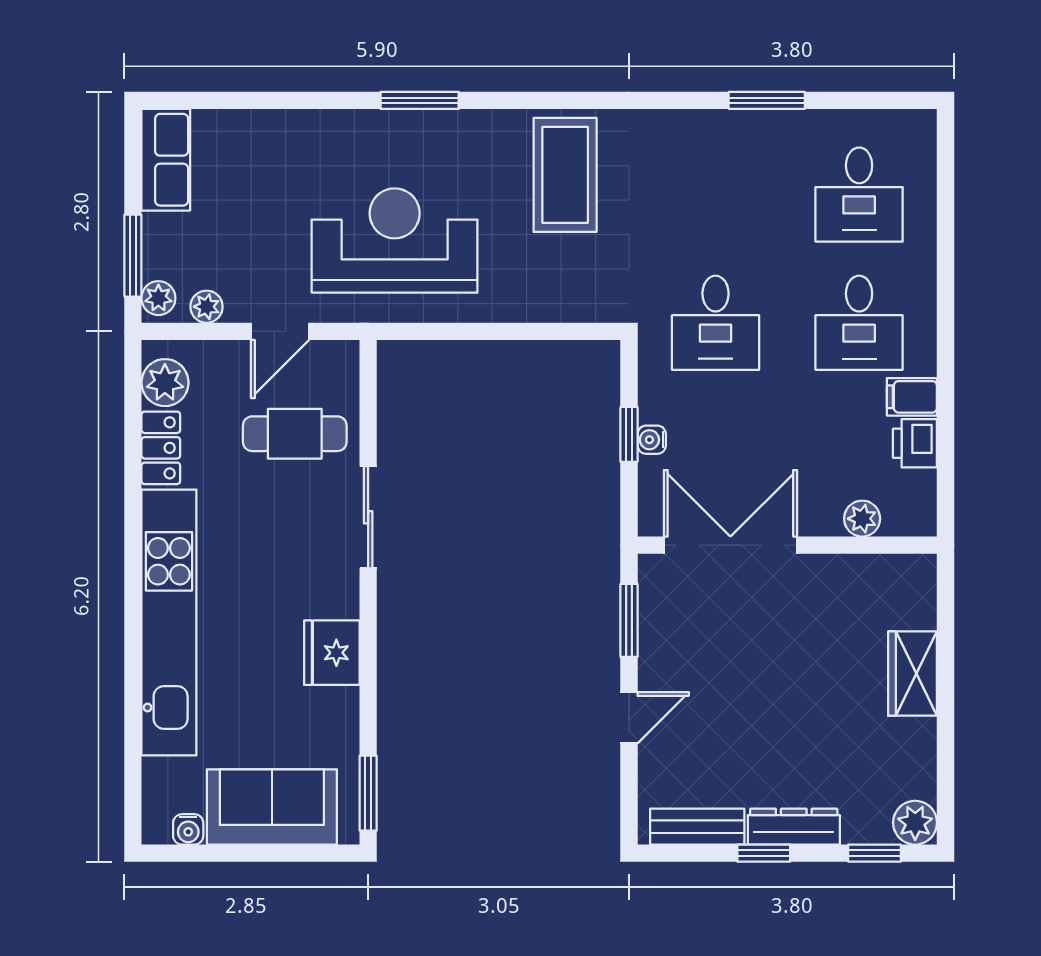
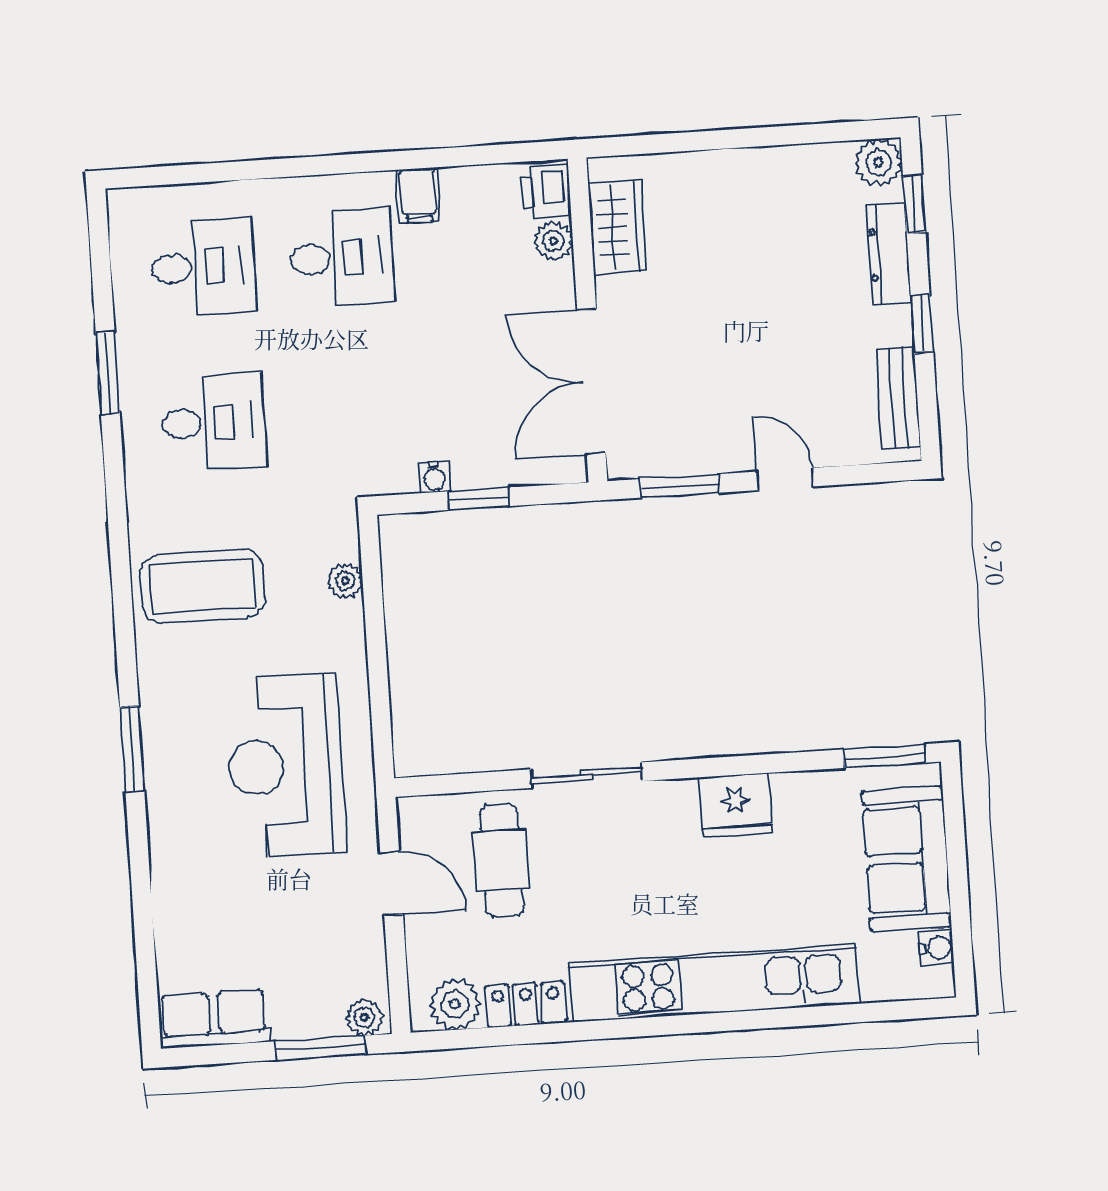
plant: (207, 307) -> (345, 581), moved
desk: (716, 323) -> (213, 422), moved
water cooler: (652, 440) -> (434, 477), moved
printer: (915, 443) -> (546, 192), moved, turned 90
wardrobe: (913, 674) -> (617, 227), moved, turned -90
dresser: (794, 827) -> (889, 254), moved

